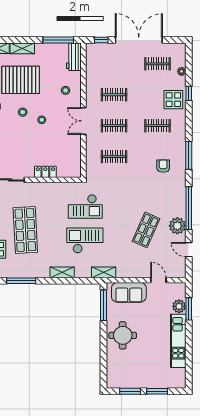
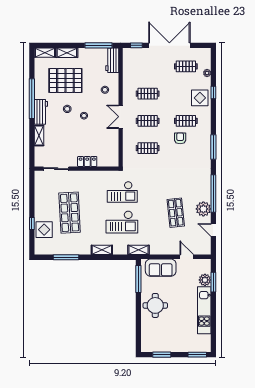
armchair: (163, 166) -> (180, 138), moved
shop shelf: (146, 230) -> (176, 213), turned -30
checkout: (85, 241) -> (122, 222), turned 180
window: (157, 391) -> (197, 355), moved

